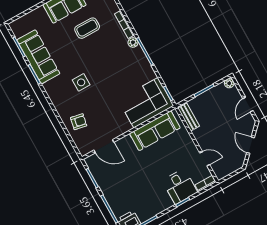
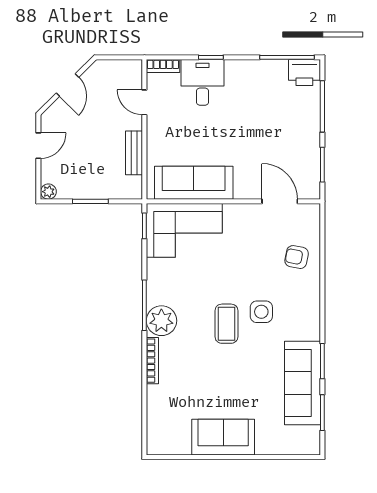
coffee table: (87, 28) -> (226, 324), moved, turned 90
plant: (133, 42) -> (161, 321), width x1.88, depth x1.88
bench: (189, 117) -> (134, 153), moved

